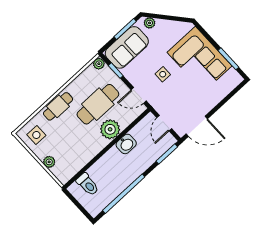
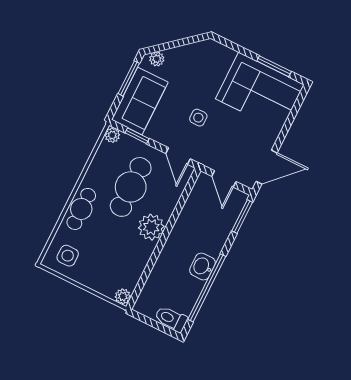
corner sofa: (200, 59) -> (260, 92), moved
door: (139, 95) -> (178, 156), hinge flipped
plant: (110, 129) -> (151, 227), moved
washbasin: (126, 144) -> (202, 267), moved, turned 180
plant: (49, 162) -> (123, 296), moved
toilet: (88, 184) -> (171, 319), moved, turned 180

